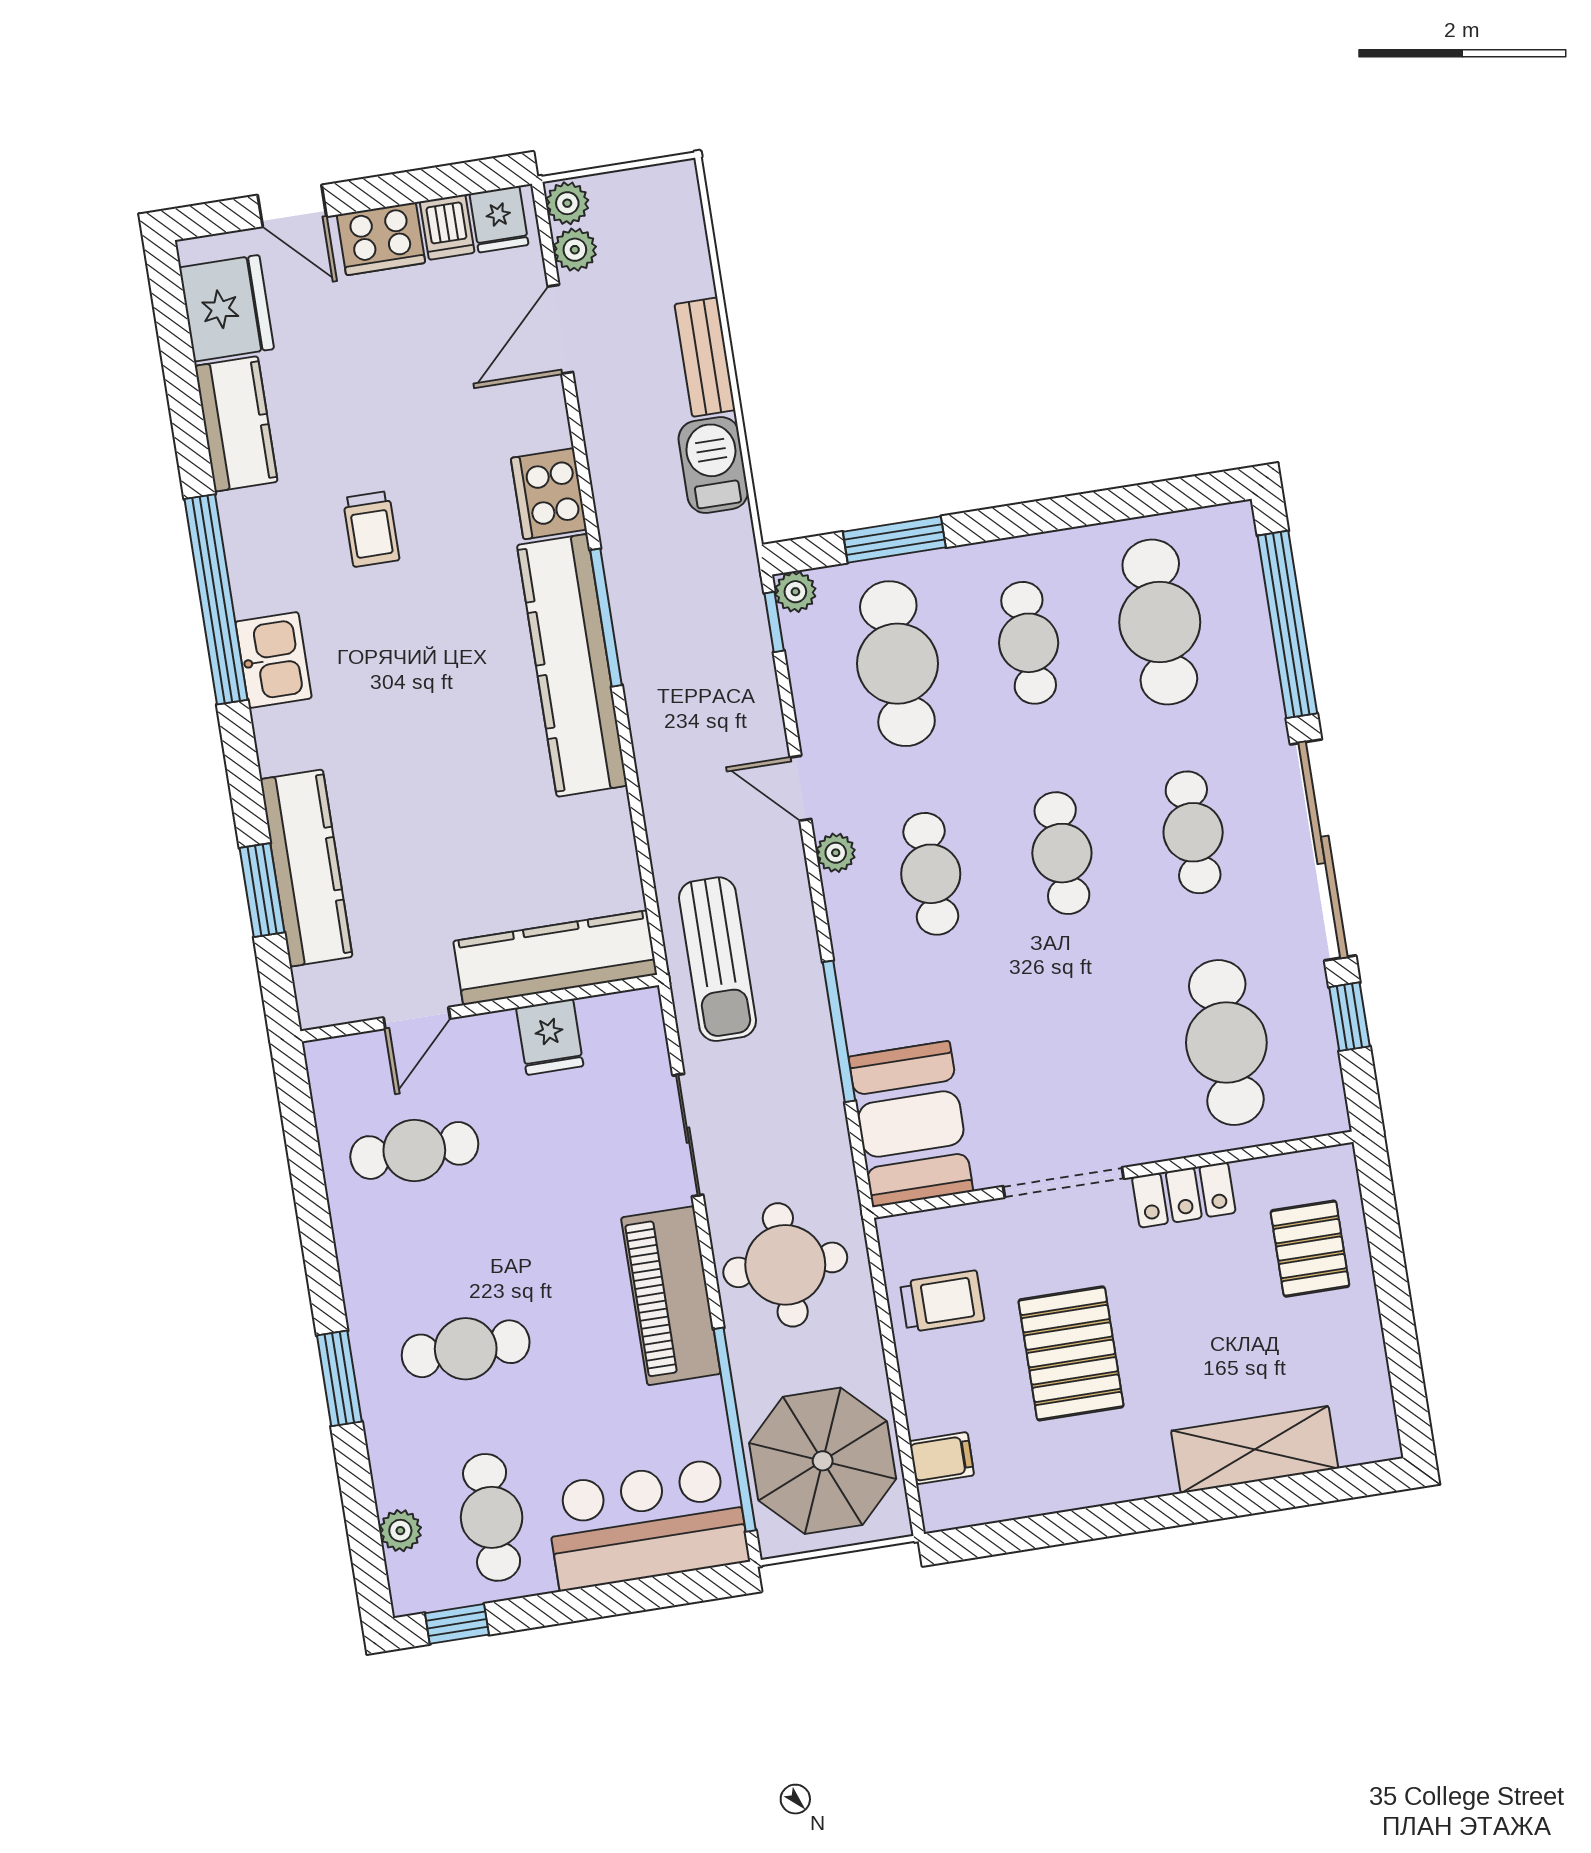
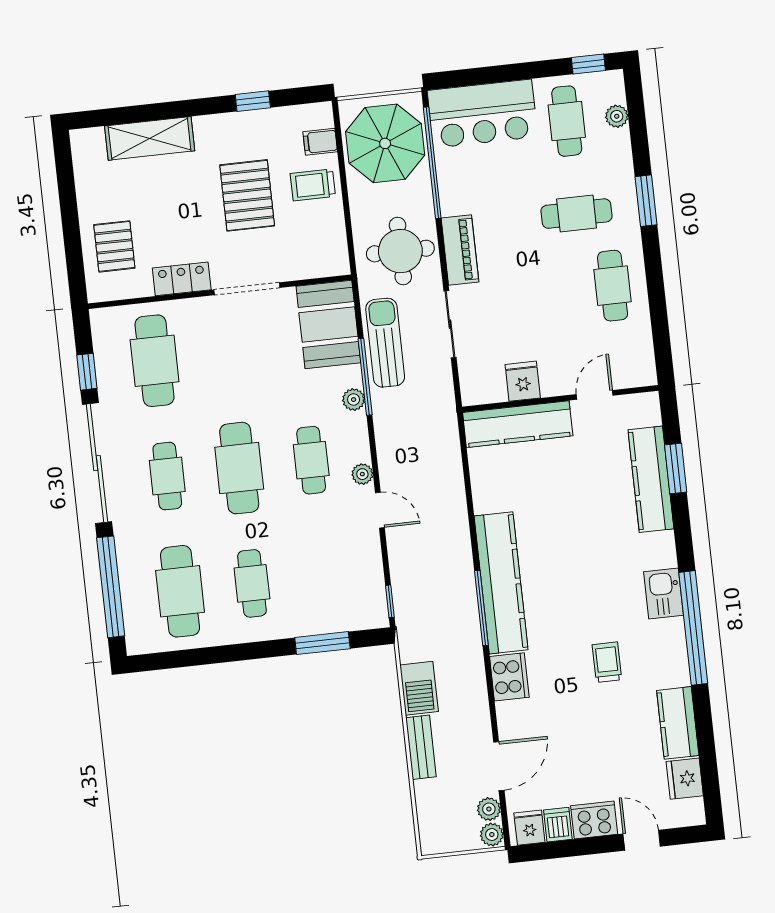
fridge: (227, 308) -> (685, 779), width x0.73, depth x0.75
plant: (795, 592) -> (354, 400), moved
cafe table: (897, 664) -> (324, 575), removed
cafe table: (1062, 853) -> (239, 468), width x1.37, depth x1.35
sun lounger: (718, 959) -> (385, 343), moved
cafe table: (414, 1150) -> (613, 286), moved, turned 90
piano: (671, 1296) -> (460, 250), width x0.73, depth x0.75
trolley: (942, 1301) -> (313, 185), moved
window: (1069, 1527) -> (253, 101), added

